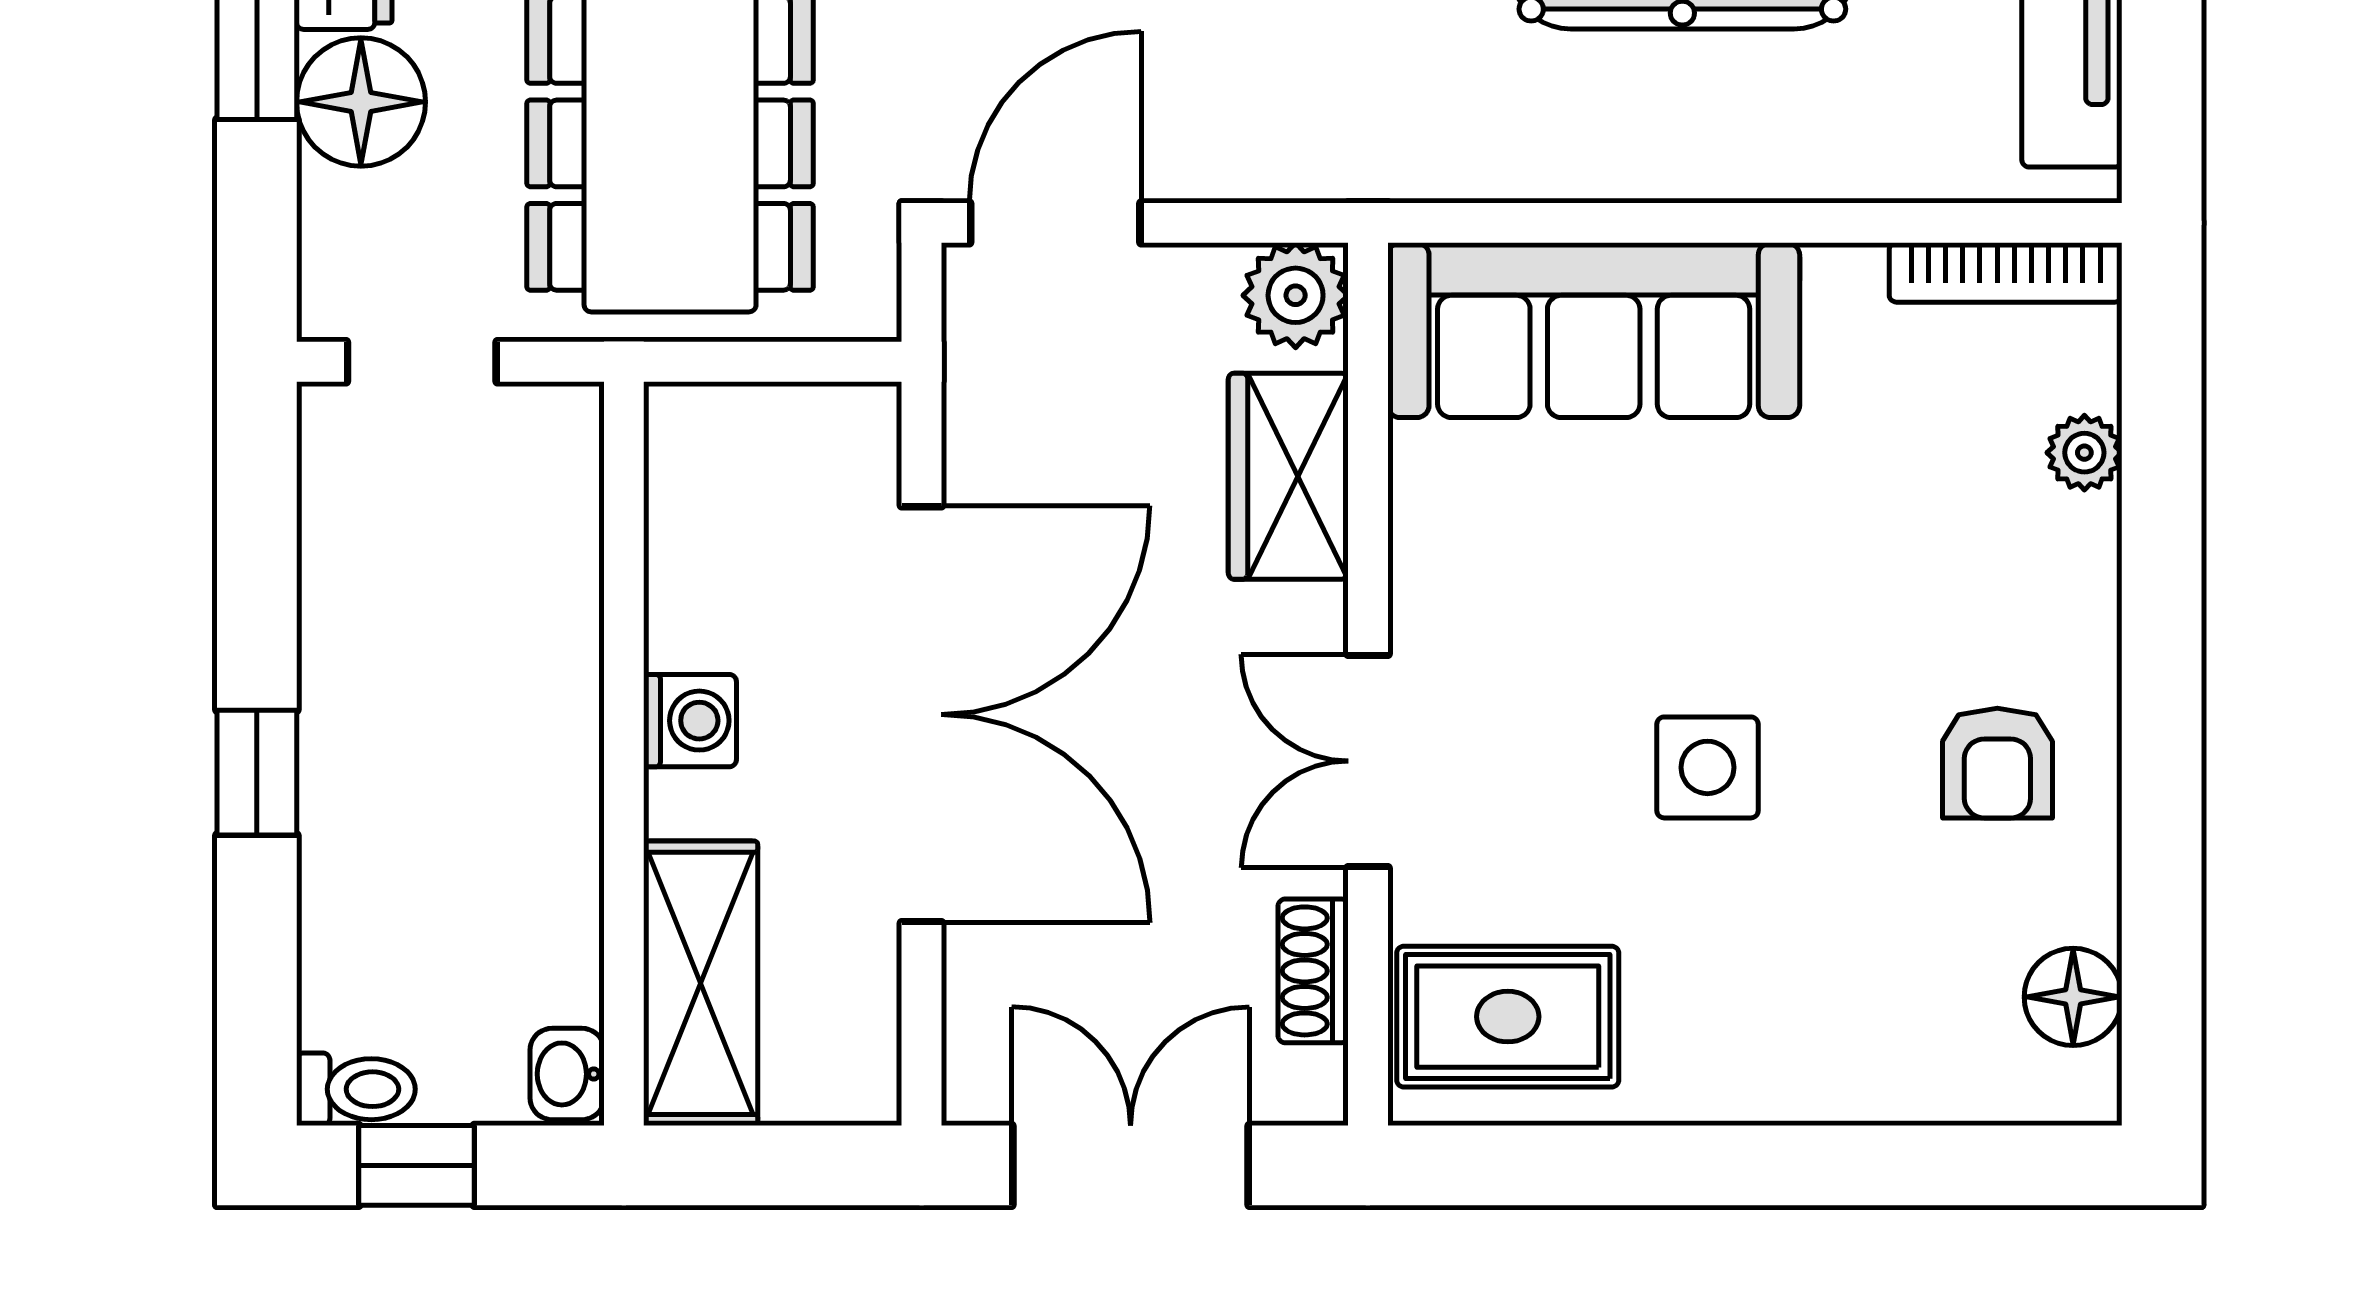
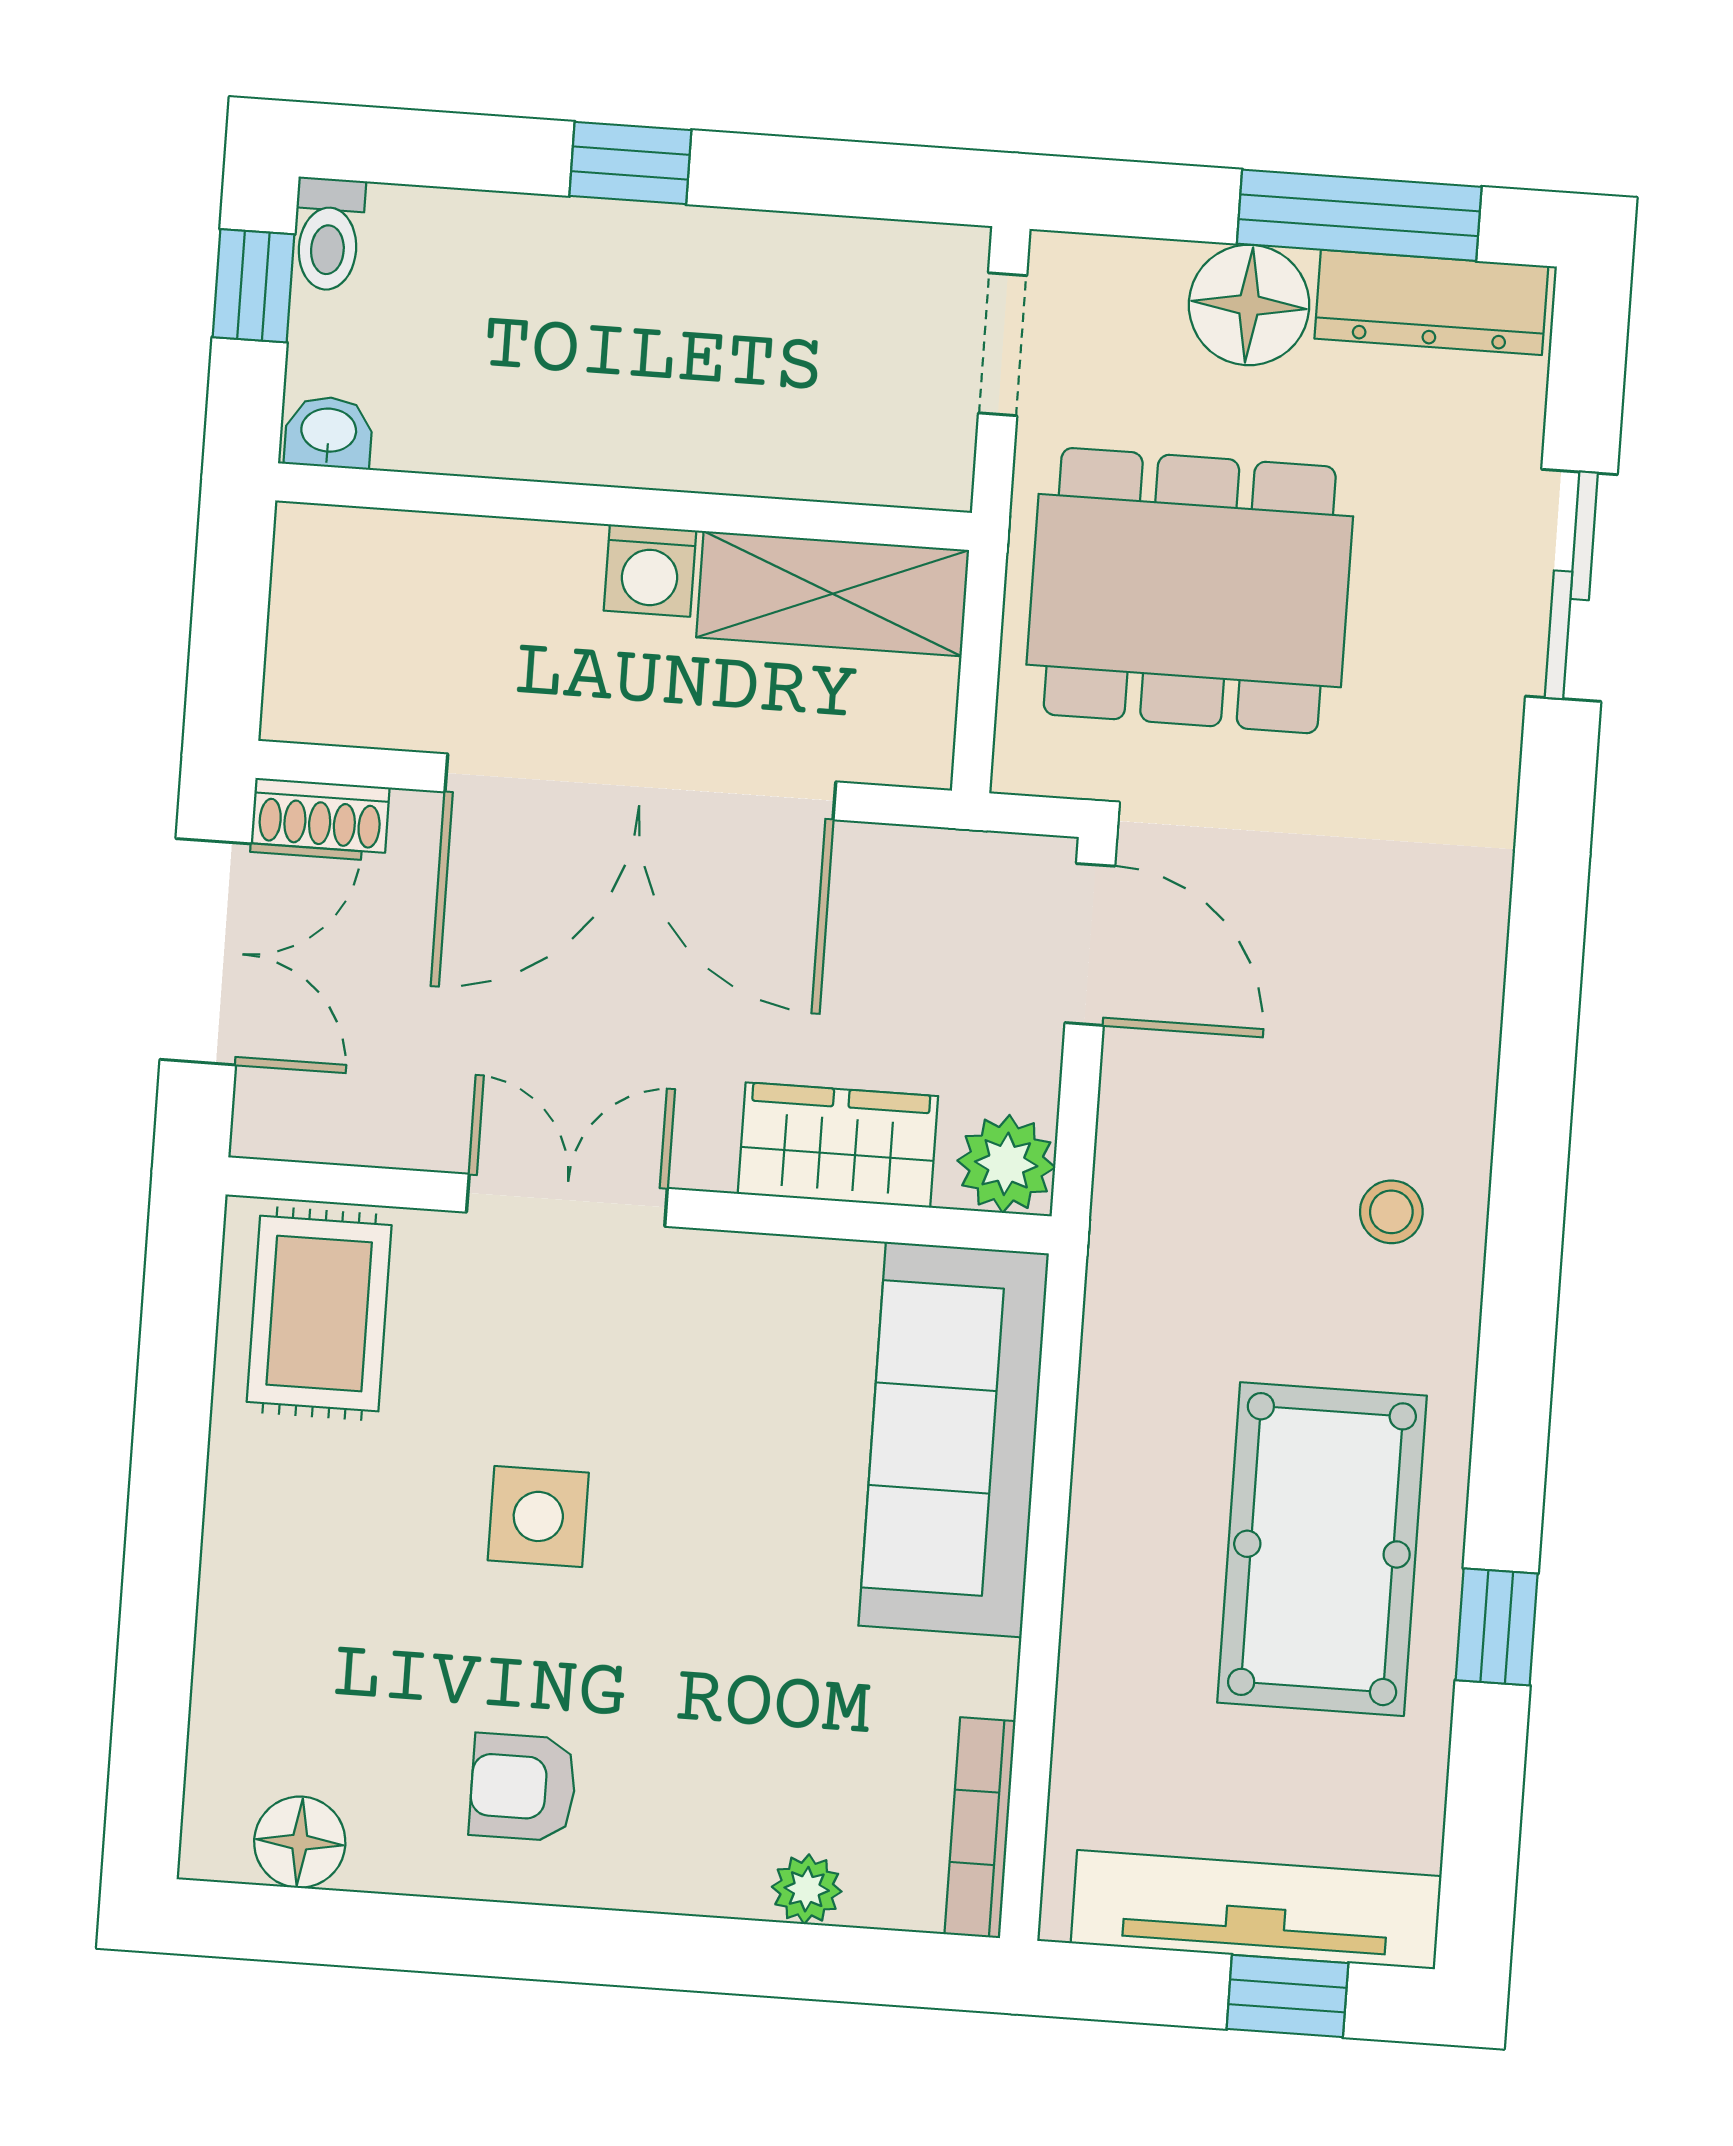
shoe rack: (1313, 971) -> (320, 815), moved, turned 180
shelving: (701, 983) -> (833, 594), moved

